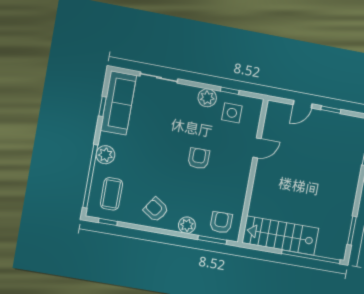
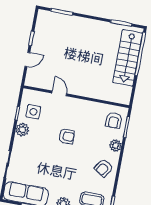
door: (303, 104) -> (27, 60), hinge flipped
armchair: (199, 158) -> (67, 136), turned 180
armchair: (221, 222) -> (114, 120), turned -90
stairs: (280, 236) -> (128, 58), moved

